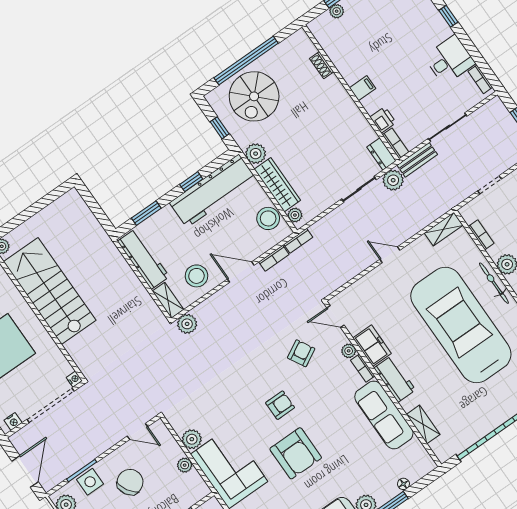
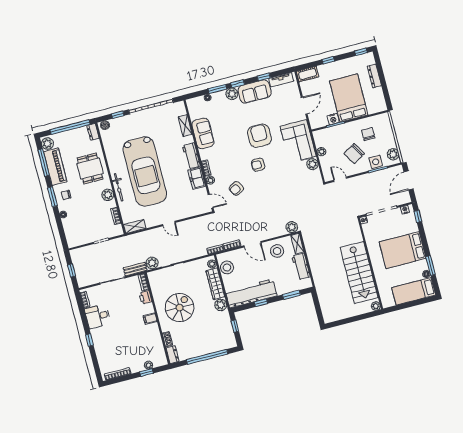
spiral stairs: (254, 96) -> (180, 308), moved
dresser: (381, 154) -> (173, 355), moved
workbench: (143, 259) -> (301, 266), width x0.73
sofa: (384, 415) -> (203, 133), width x0.73

